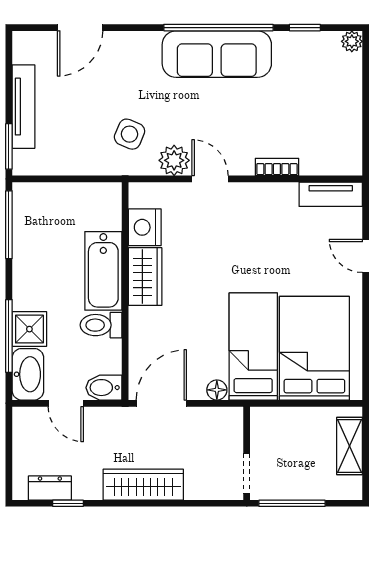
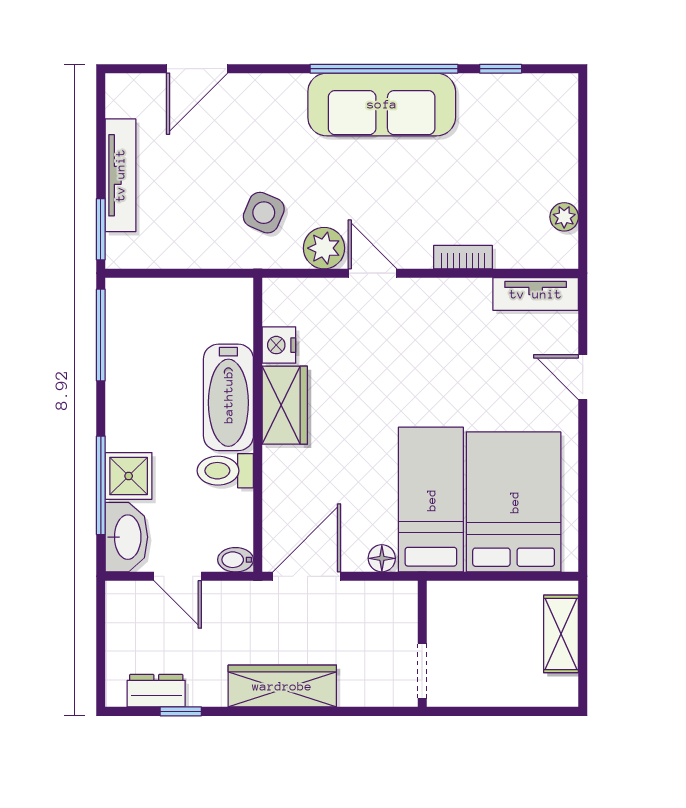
plant: (352, 41) -> (564, 217), moved
nightstand: (145, 227) -> (279, 345), width x0.74, depth x0.75
bidet: (104, 388) -> (236, 560), width x0.72, depth x0.74
window: (292, 503) -> (483, 711), removed

